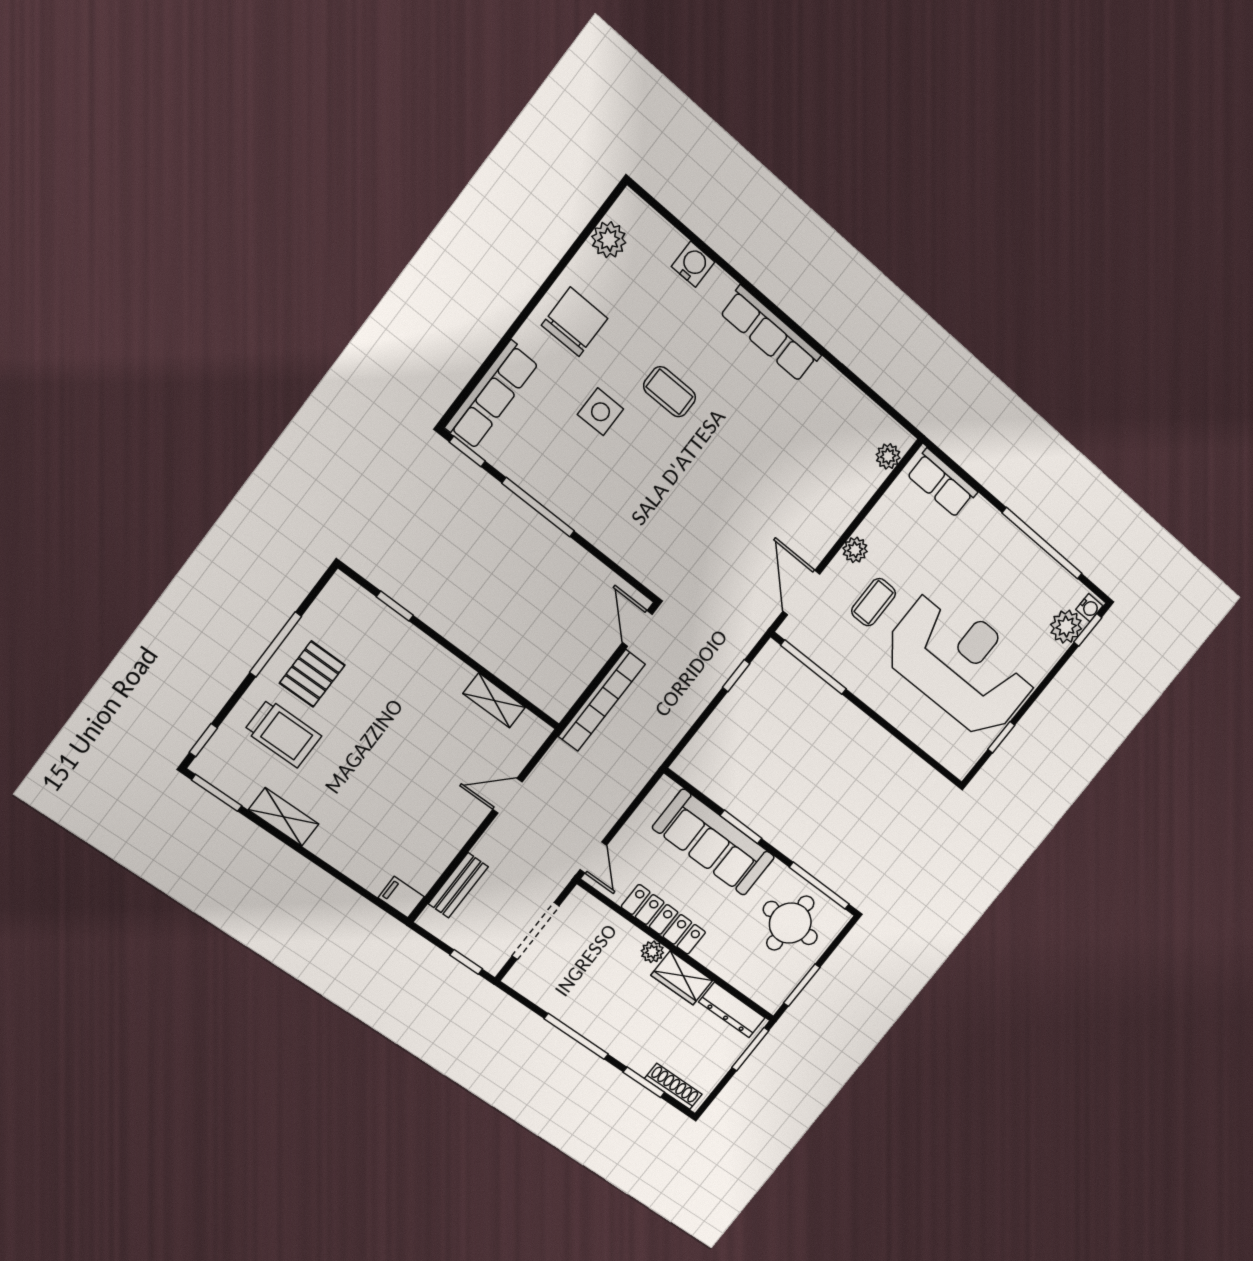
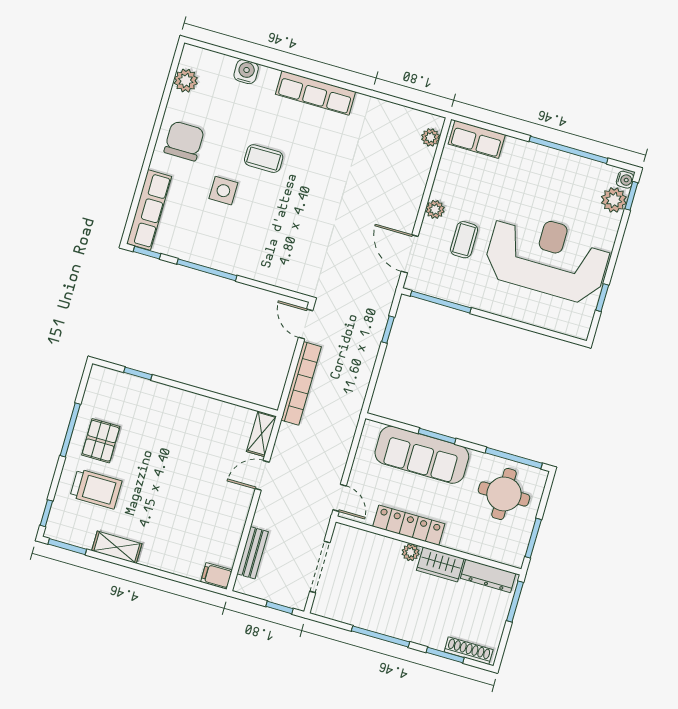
shelving: (494, 700) -> (261, 434), moved, turned 90

